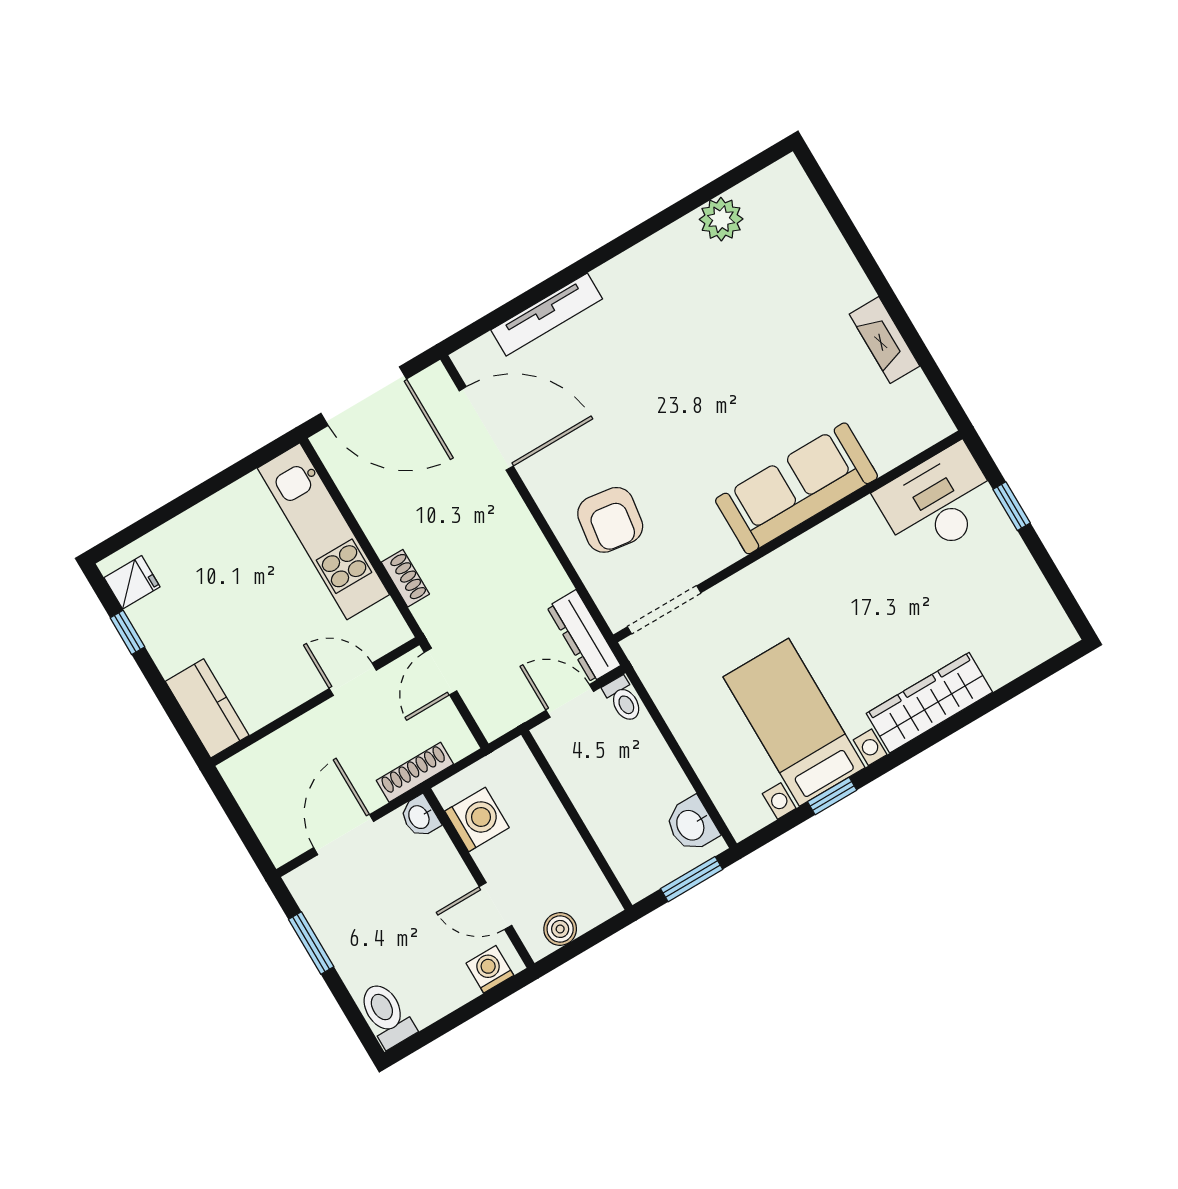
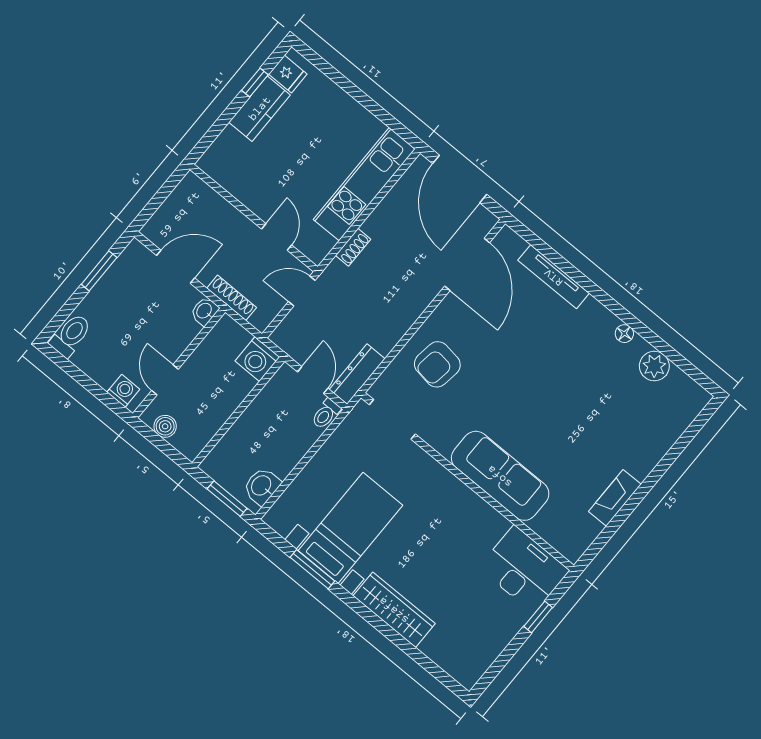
floor lamp: (661, 245) -> (624, 334), added
kitchen counter: (207, 708) -> (260, 109), moved
window: (832, 796) -> (312, 569), width x1.50
washing machine: (477, 819) -> (257, 359), moved, turned 90

